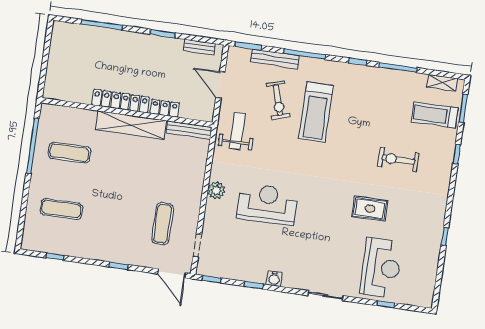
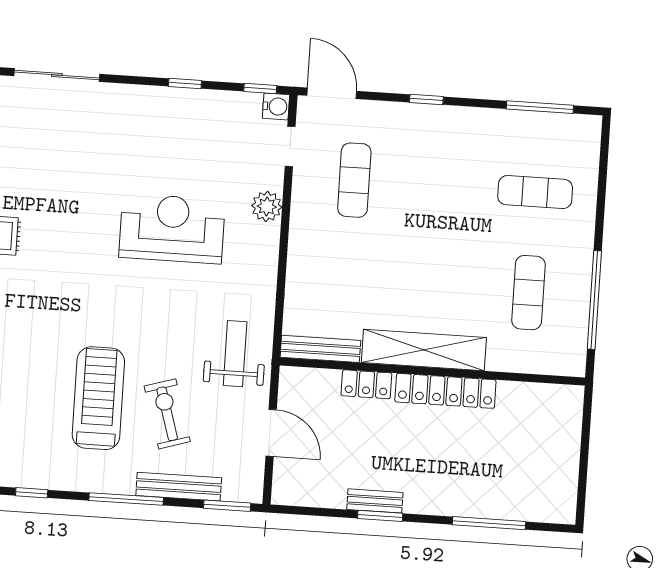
bench: (199, 47) -> (375, 501), moved
weight bench: (237, 131) -> (235, 354), turned 180
exercise mat: (69, 153) -> (528, 293), turned 90
plant: (216, 190) -> (267, 206), moved
reception desk: (267, 204) -> (172, 229), turned 180
window: (55, 257) -> (540, 107), width x2.17
water cooler: (274, 279) -> (276, 106), moved, turned 90
sliding door: (325, 296) -> (57, 75), width x1.37

